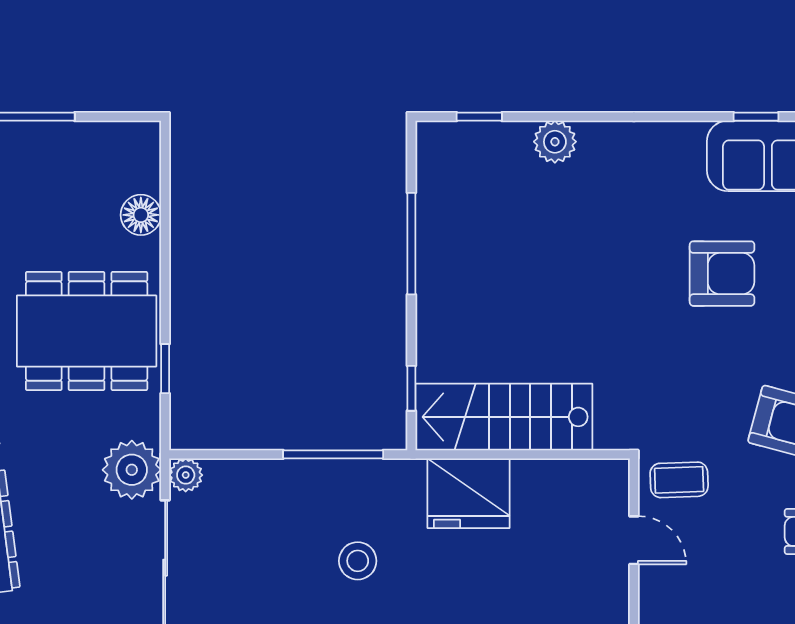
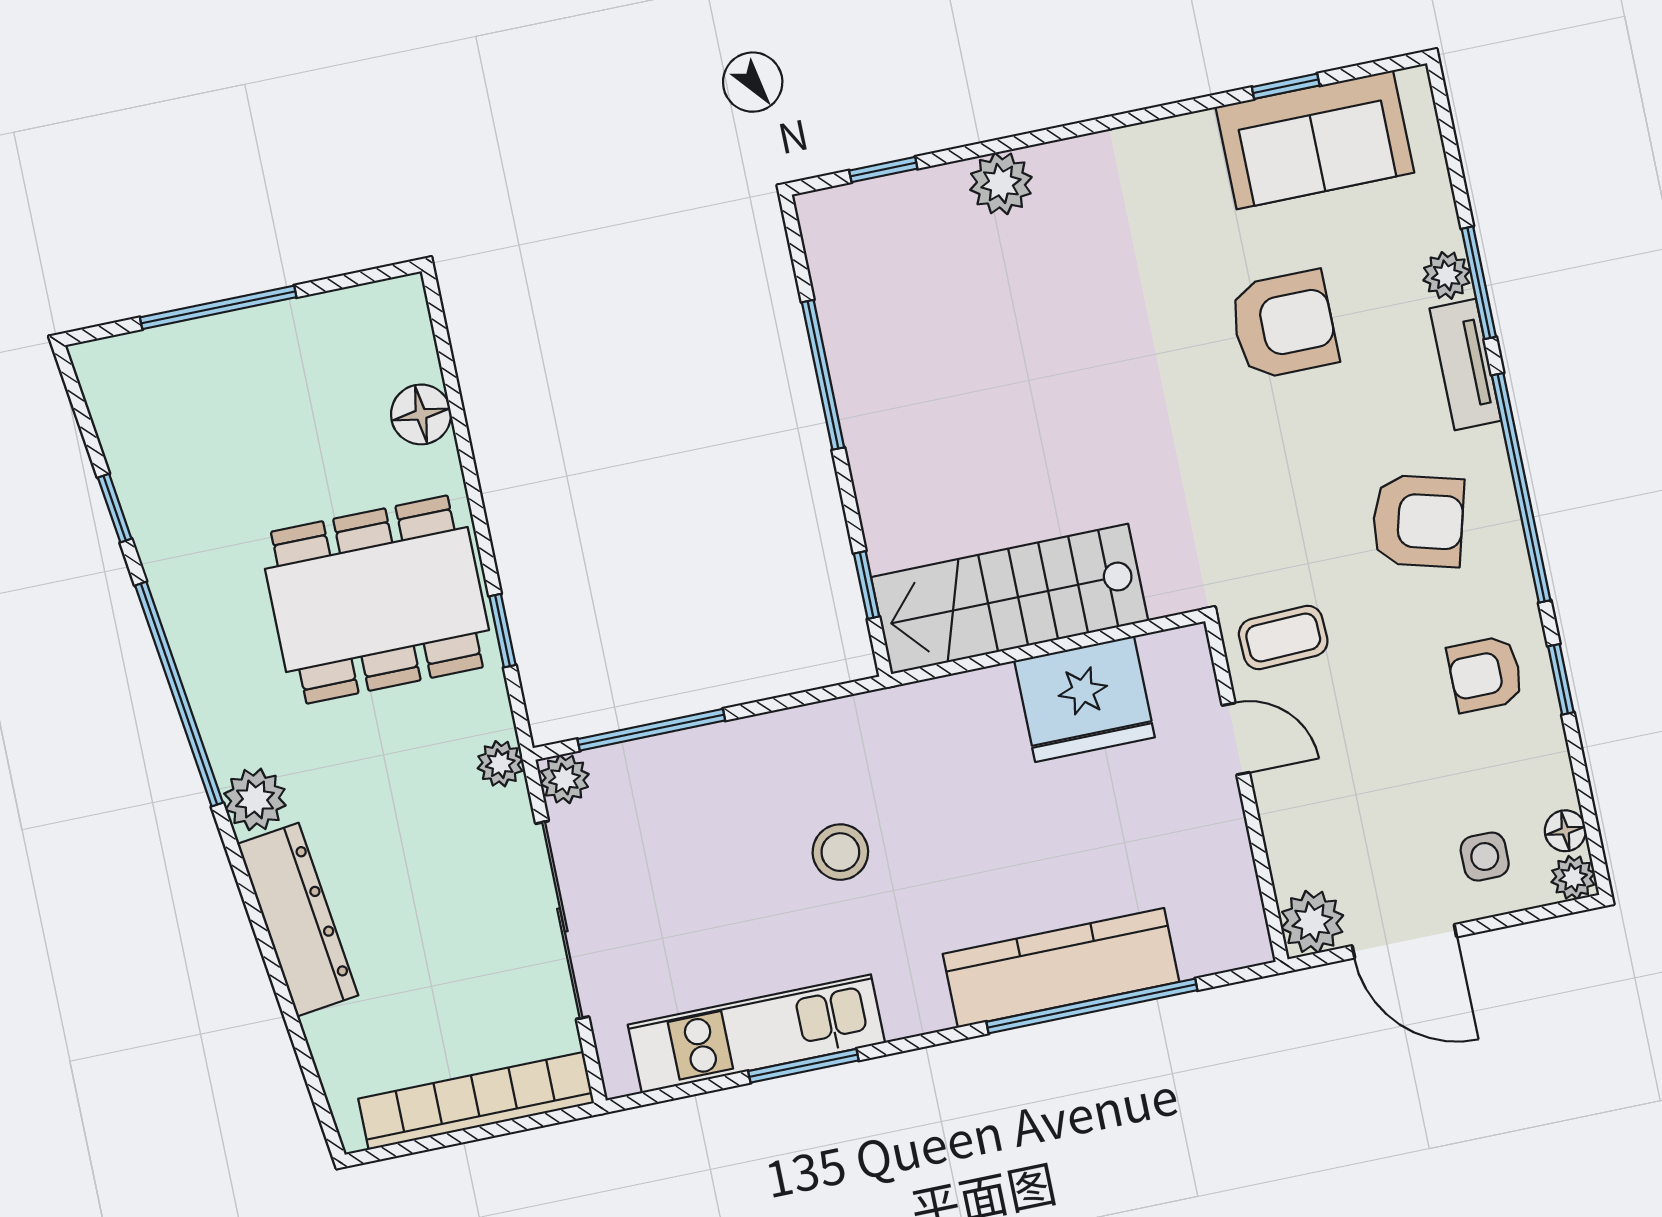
window: (333, 454) -> (651, 730), moved
plant: (132, 470) -> (500, 764), width x0.53, depth x0.53
fridge: (468, 493) -> (1085, 699), moved

